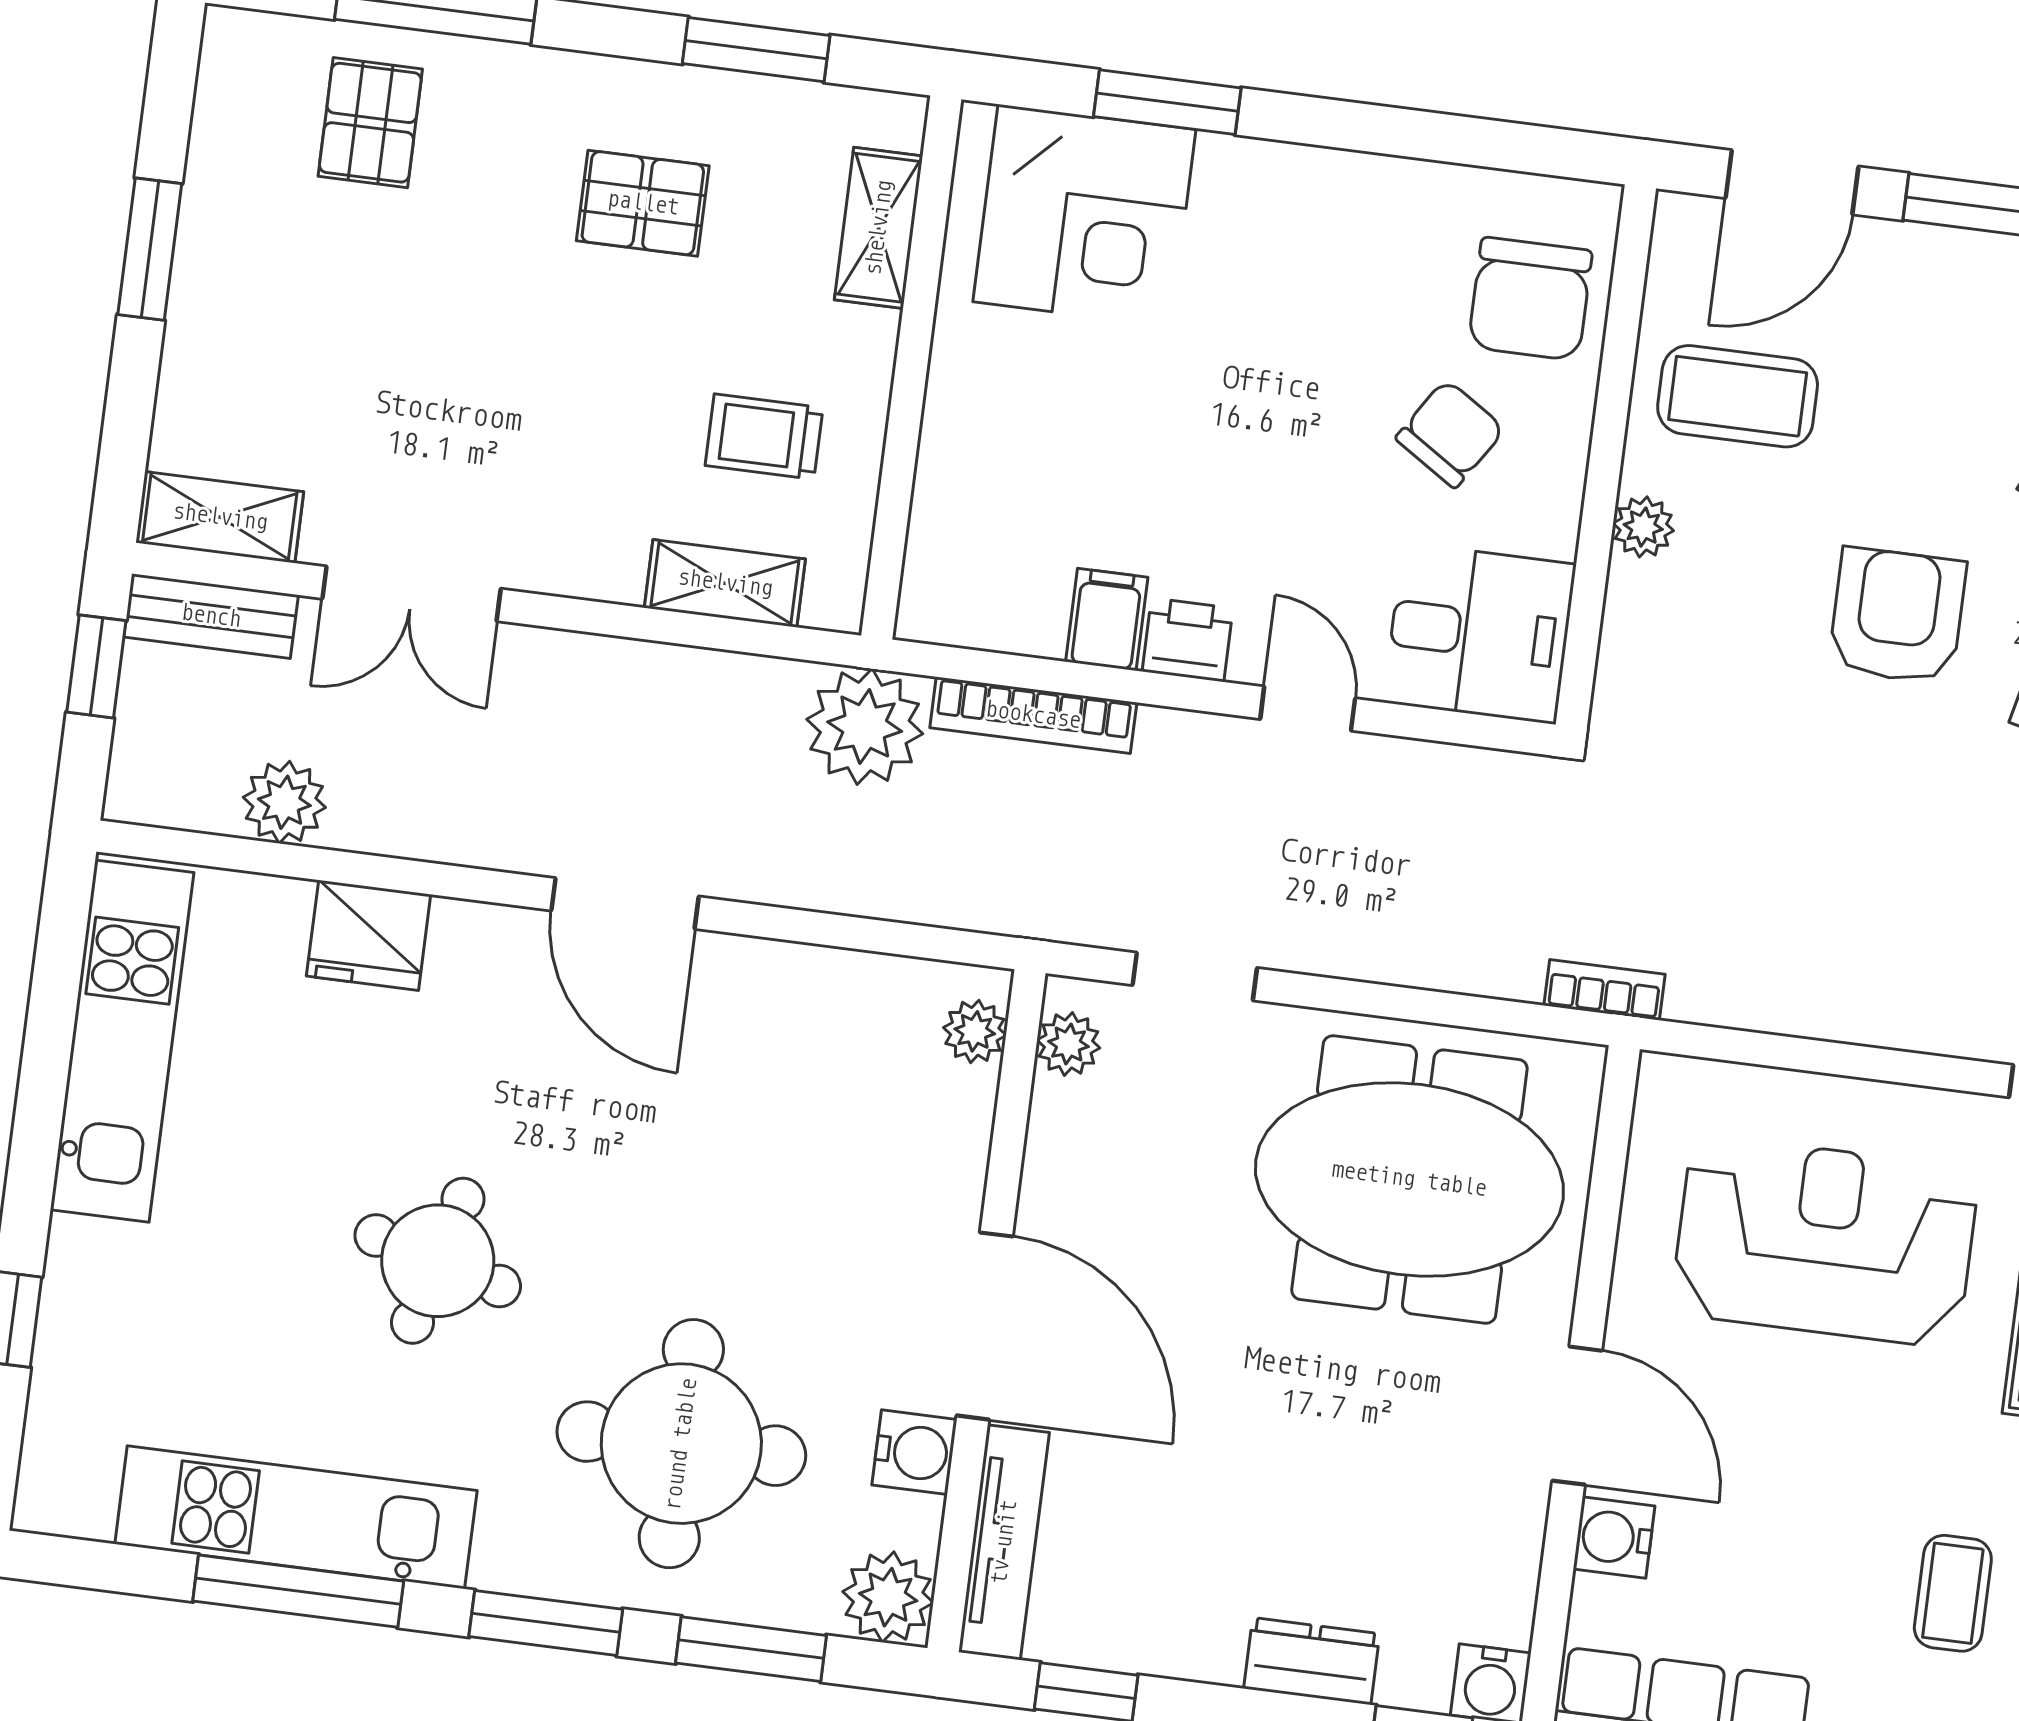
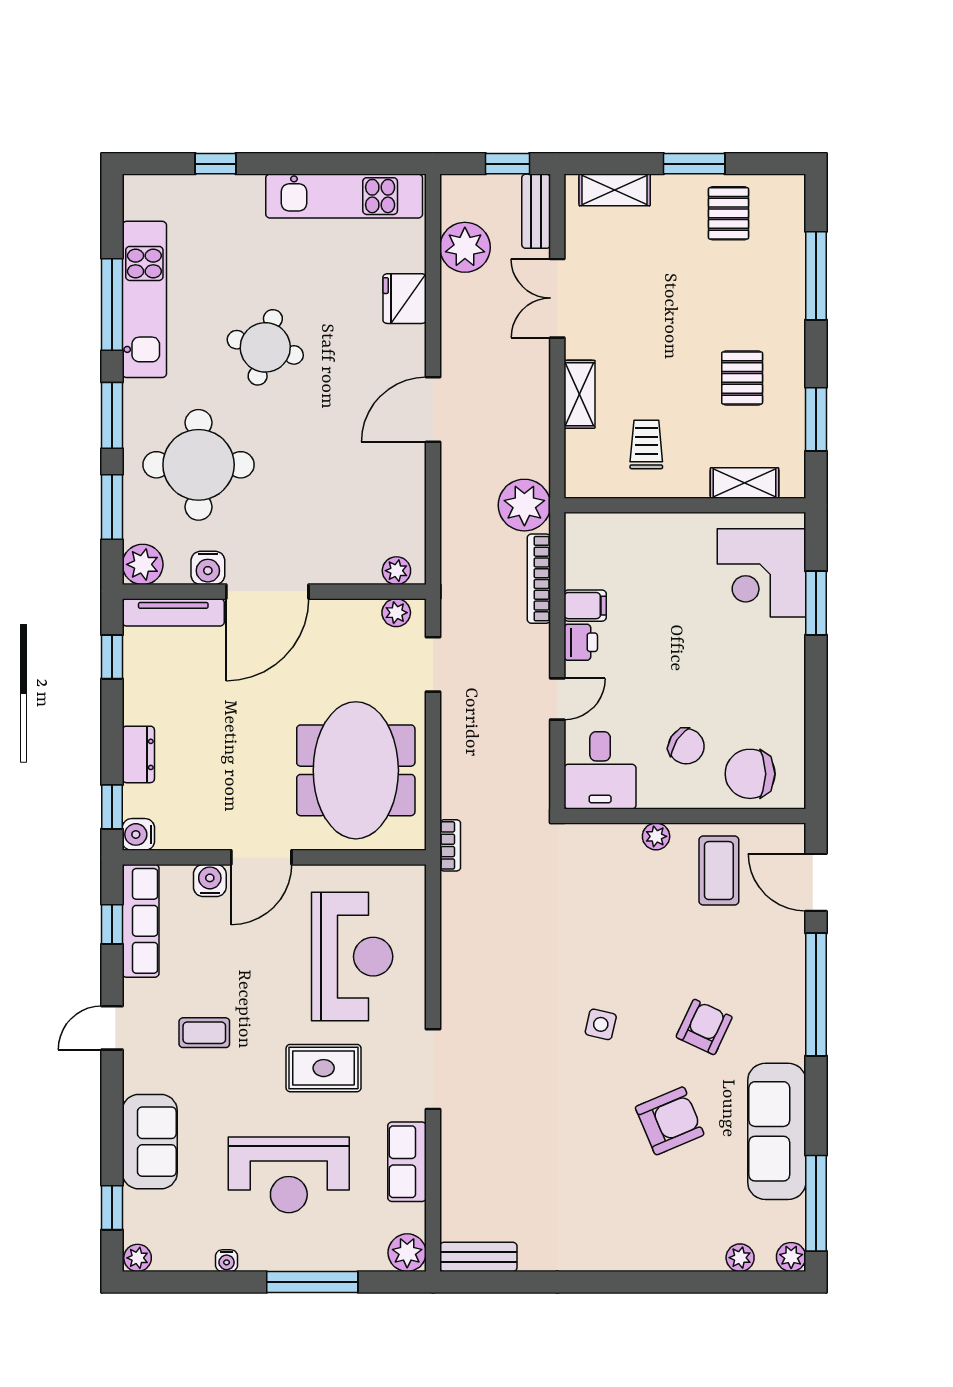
pallet: (370, 123) -> (728, 213), moved, turned 90
shelving: (220, 517) -> (615, 190), moved, turned 90
shelving: (725, 583) -> (579, 394), moved
armchair: (1897, 616) -> (631, 953), removed
plant: (284, 802) -> (465, 247), width x1.36, depth x1.36

